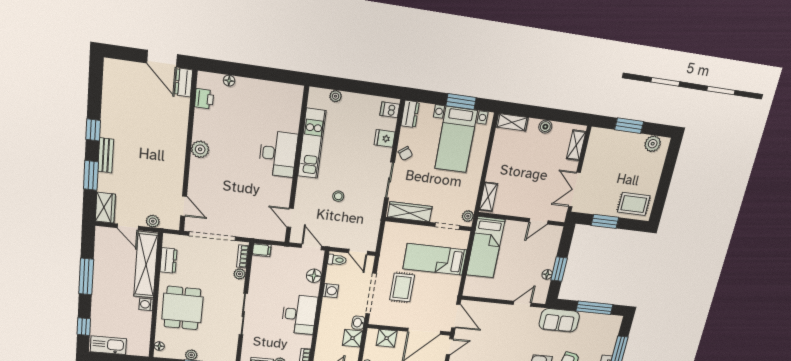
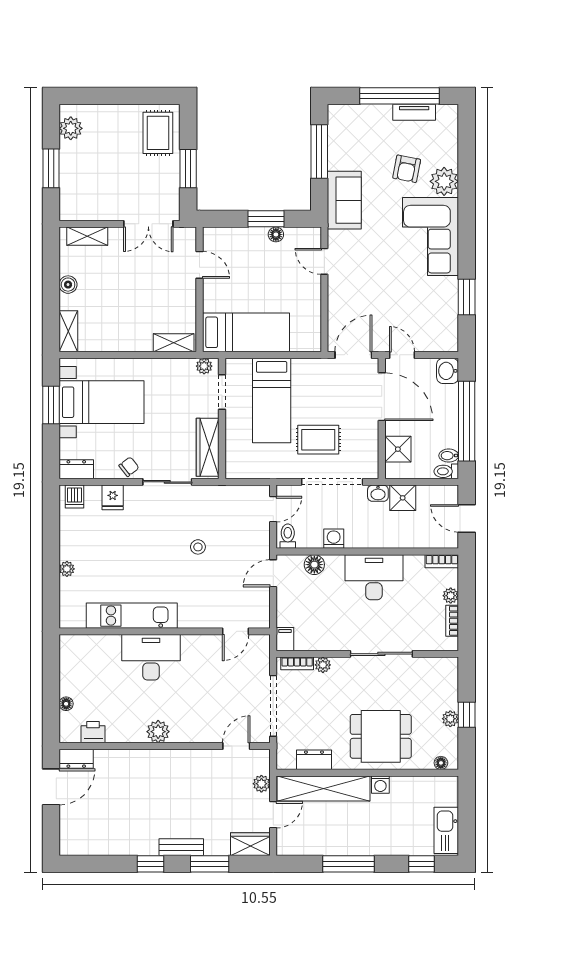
kitchen unit: (312, 143) -> (132, 616), moved
desk: (278, 154) -> (151, 657), moved
wall: (297, 166) -> (165, 631), moved
door: (290, 218) -> (235, 631), moved

